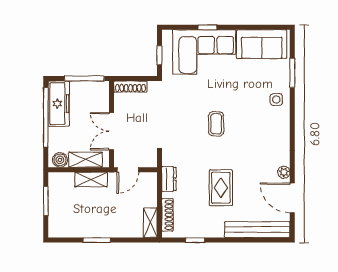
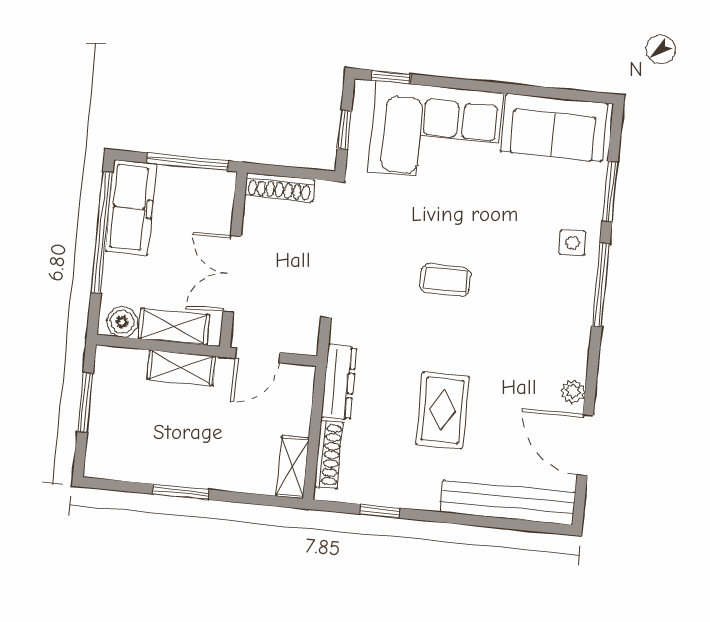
window: (207, 27) -> (391, 77), moved
window: (292, 119) -> (601, 285), added
coffee table: (216, 124) -> (446, 280), turned 90
dresser: (169, 179) -> (339, 382), width x1.44

